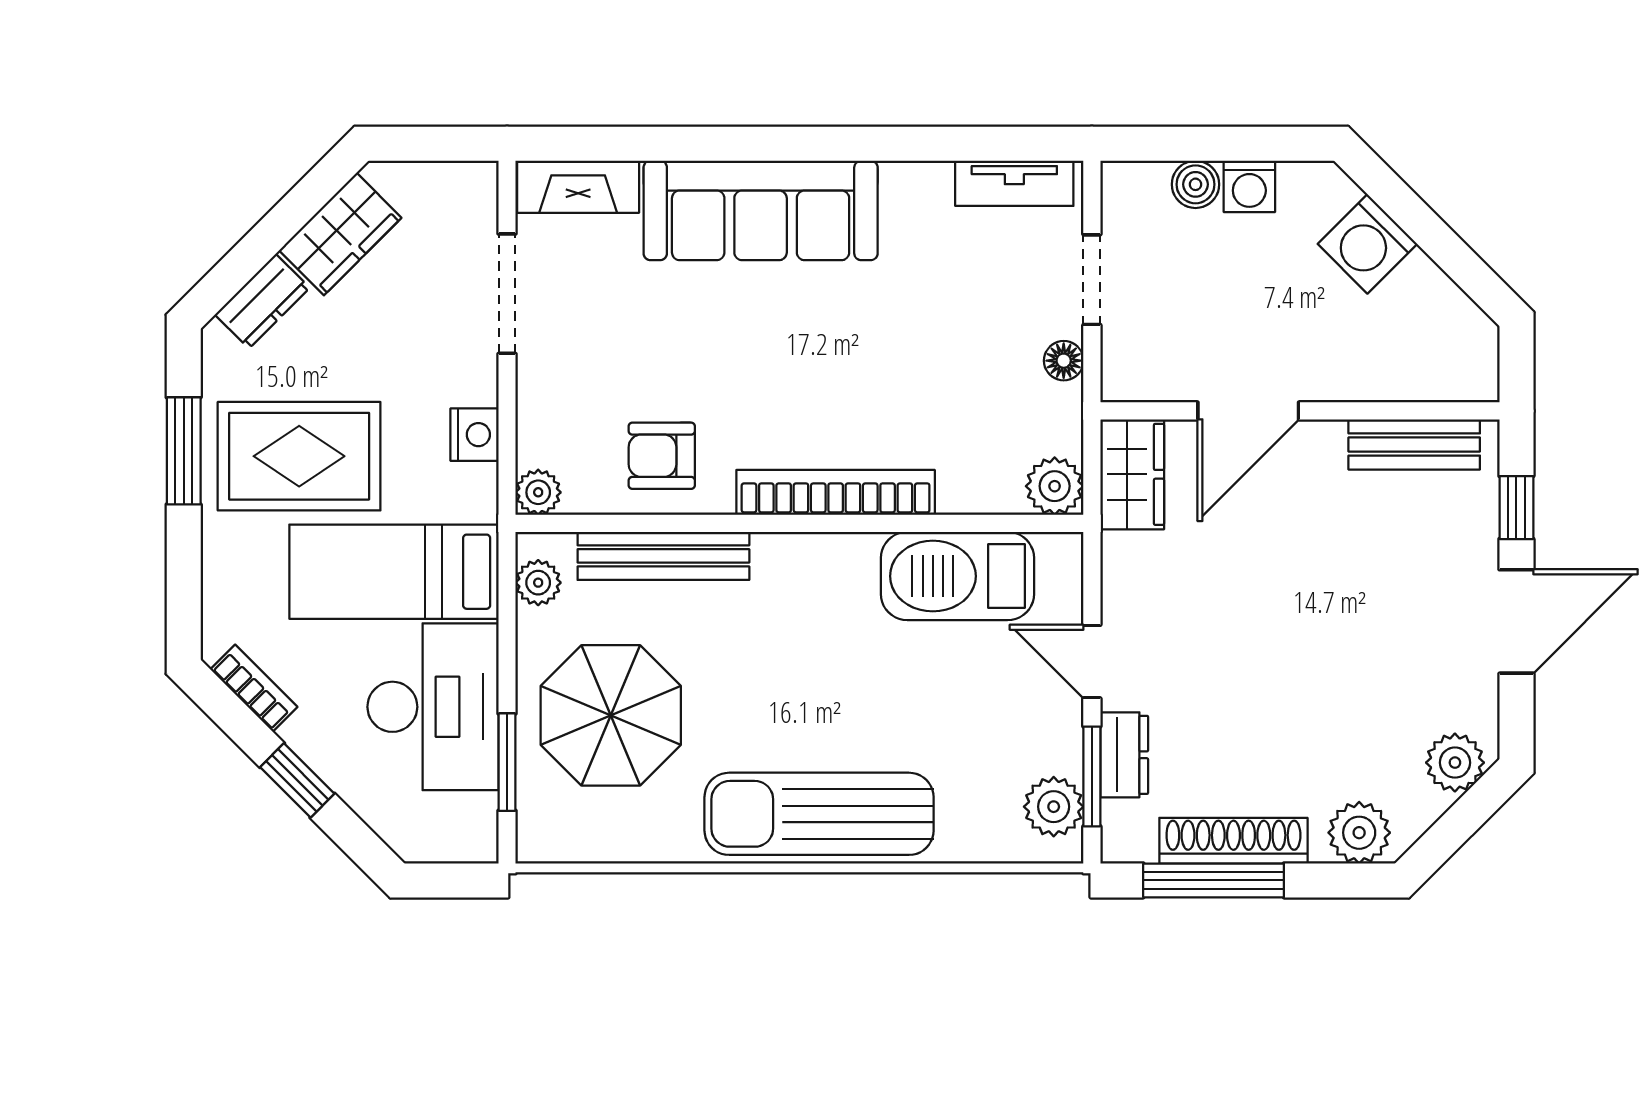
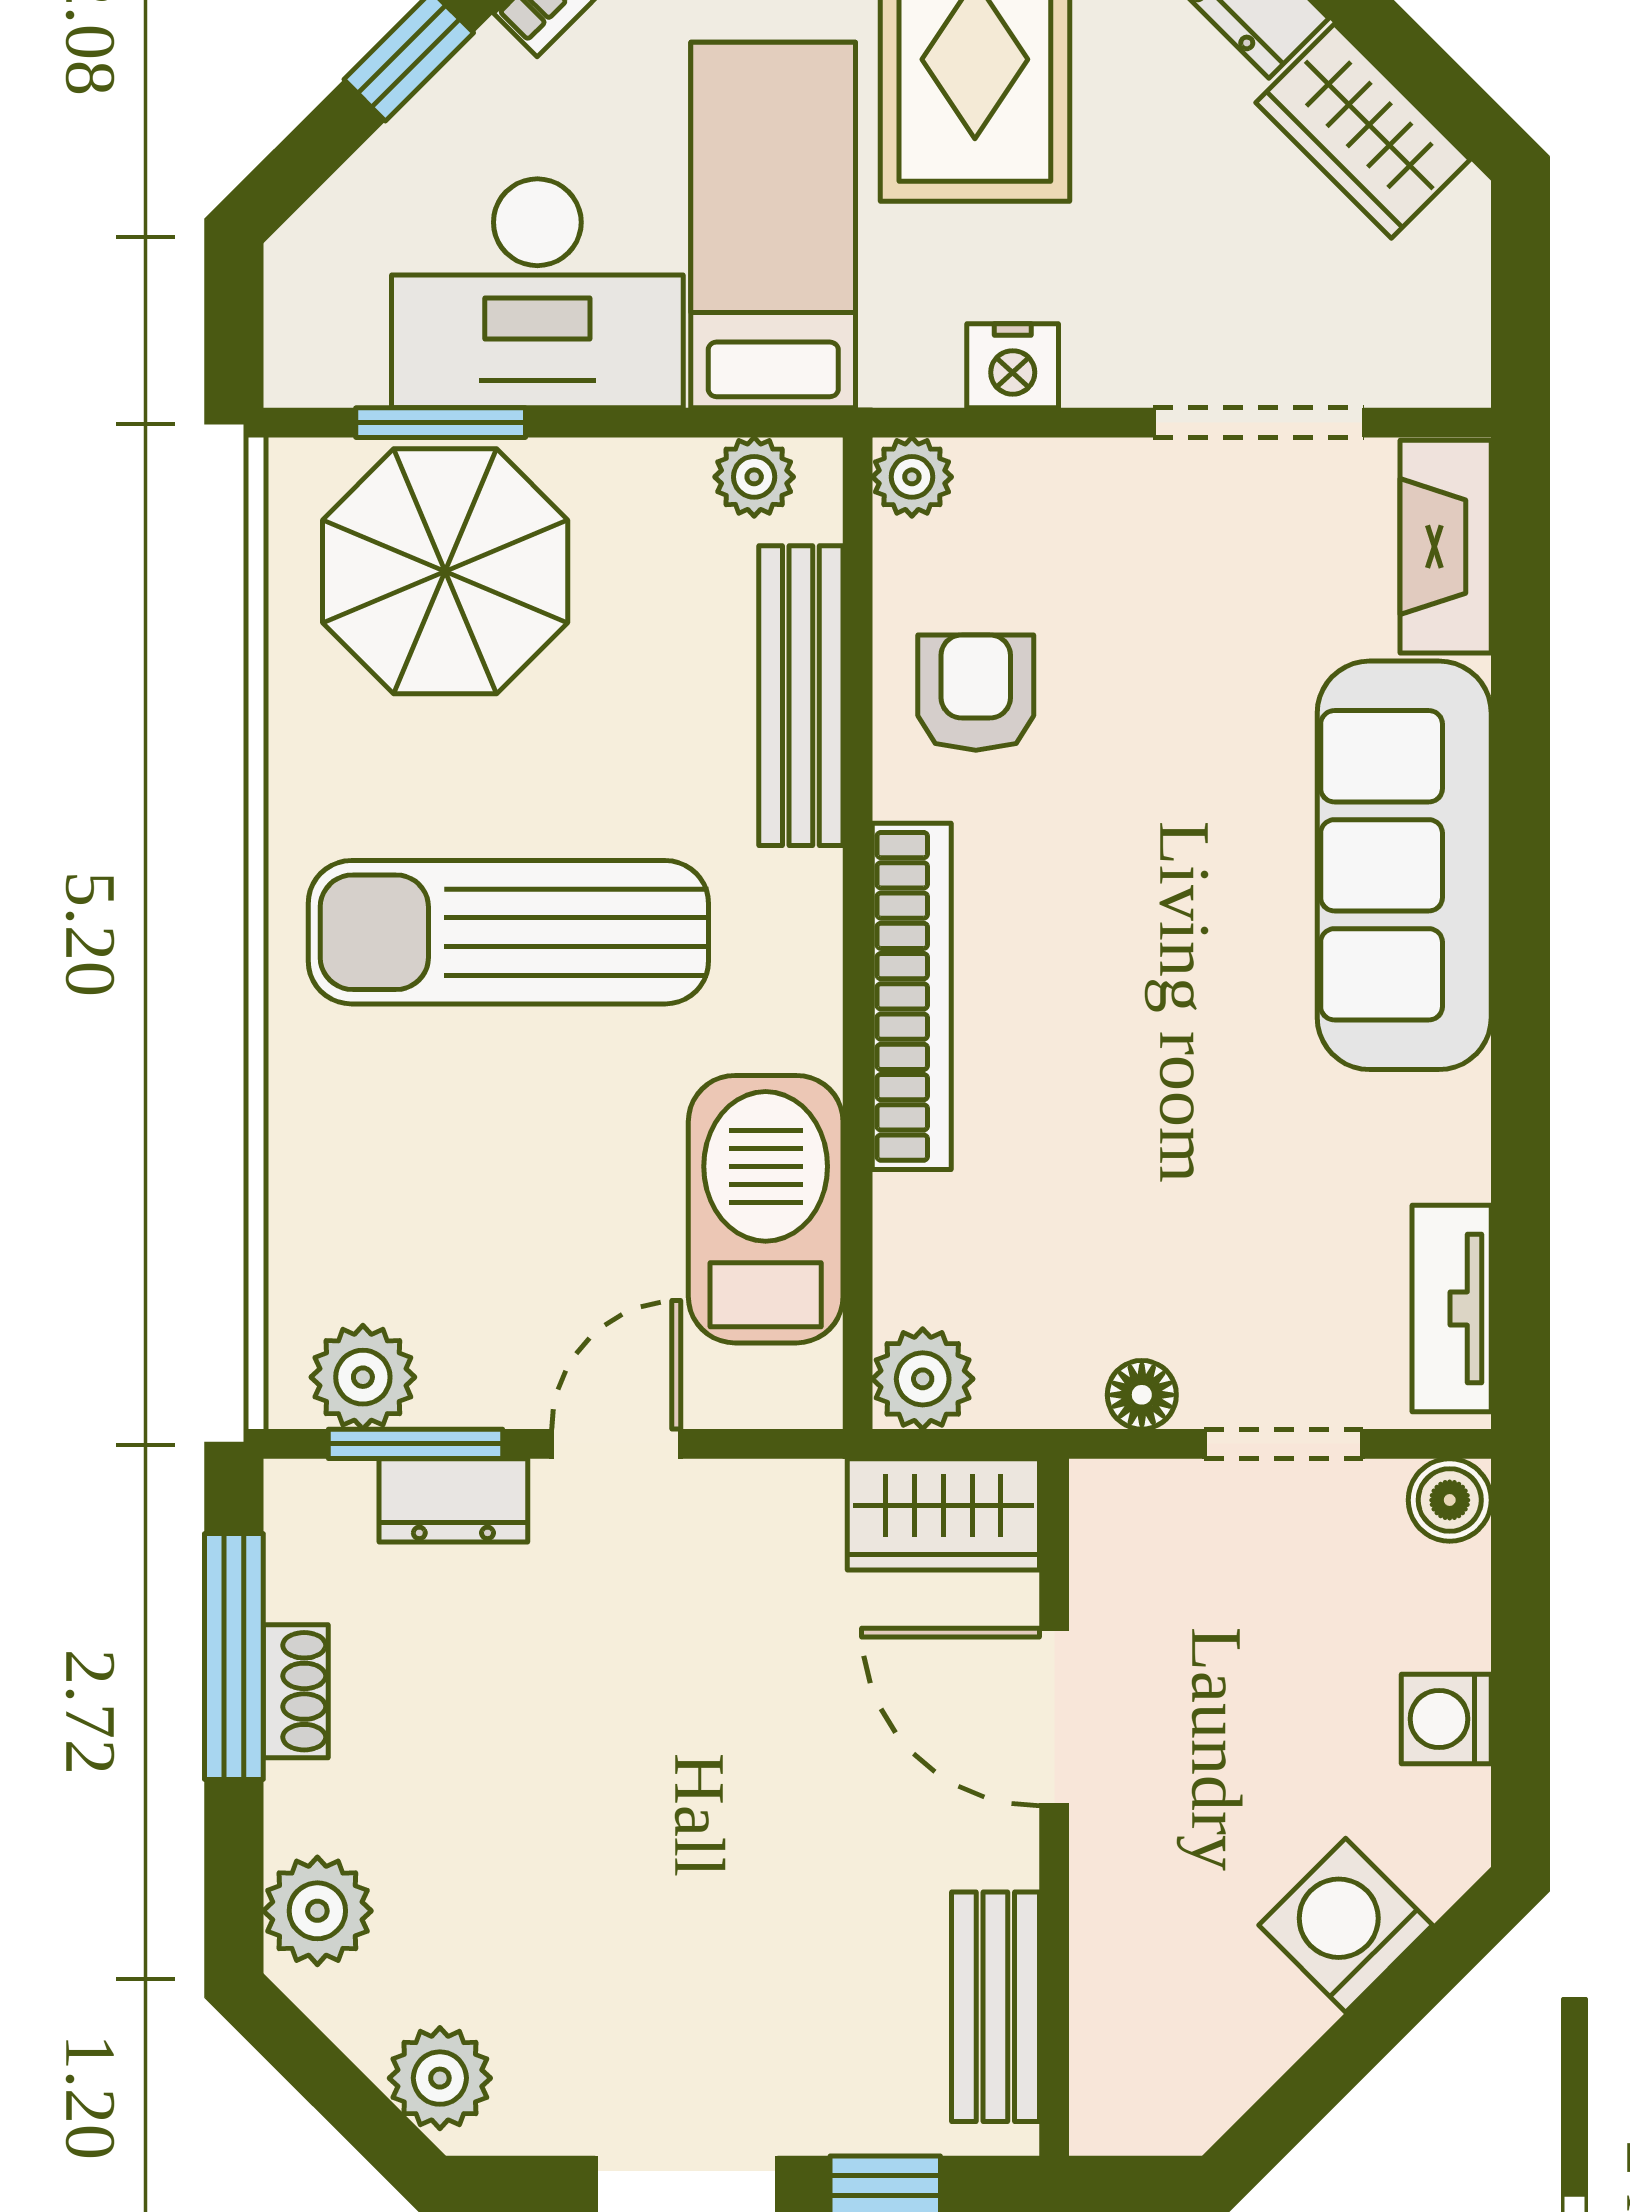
boiler: (1195, 184) -> (1450, 1500), moved
parasol: (611, 715) -> (445, 571), moved
sun lounger: (819, 814) -> (508, 932), moved, turned -90
shoe rack: (1233, 841) -> (296, 1691), width x0.51, depth x0.81

